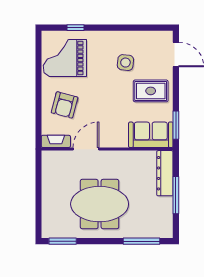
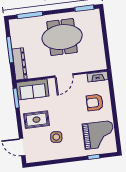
armchair: (65, 105) -> (95, 102), turned -105
door: (86, 149) -> (64, 75), moved

